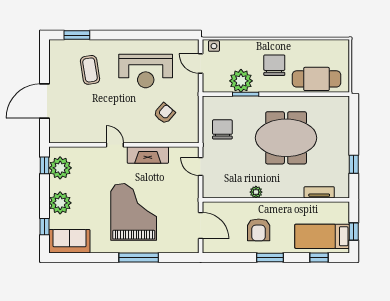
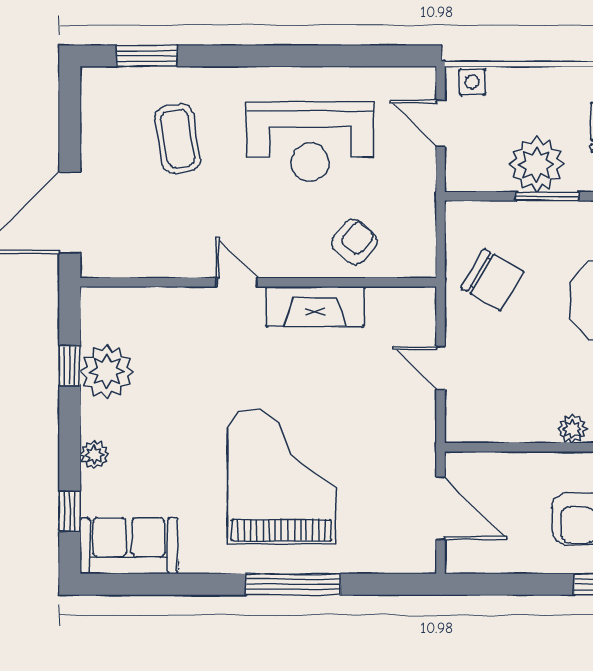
chair: (222, 129) -> (492, 280), turned 121
door: (115, 145) -> (237, 282), moved
wall: (124, 145) -> (258, 282), moved
fireplace: (148, 155) -> (315, 306), moved
plant: (60, 203) -> (94, 455), width x0.53, depth x0.53

